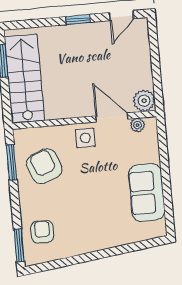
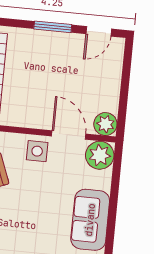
window: (78, 20) -> (53, 27), width x1.50
plant: (137, 125) -> (100, 155), width x1.87, depth x1.87

